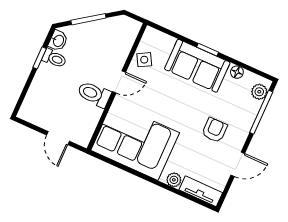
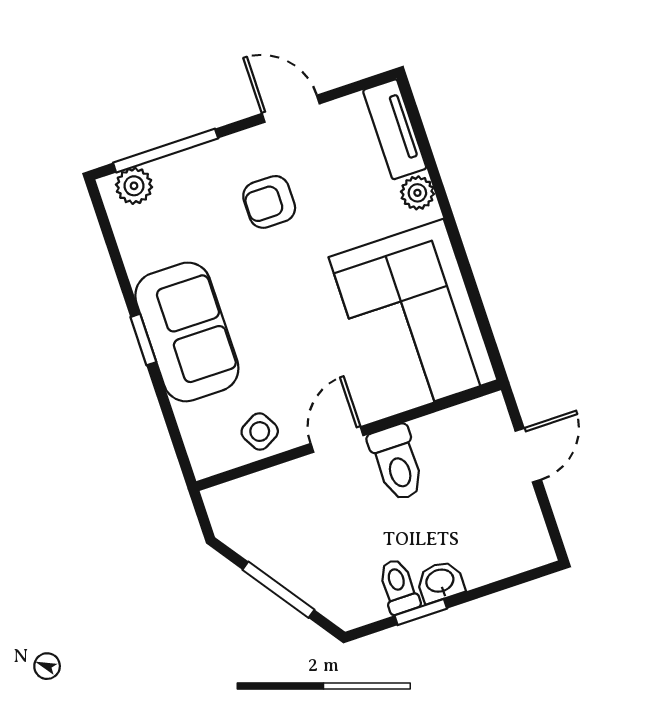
washbasin: (58, 41) -> (440, 582), moved
floor lamp: (237, 72) -> (136, 255), removed
door: (119, 82) -> (337, 440), hinge flipped

